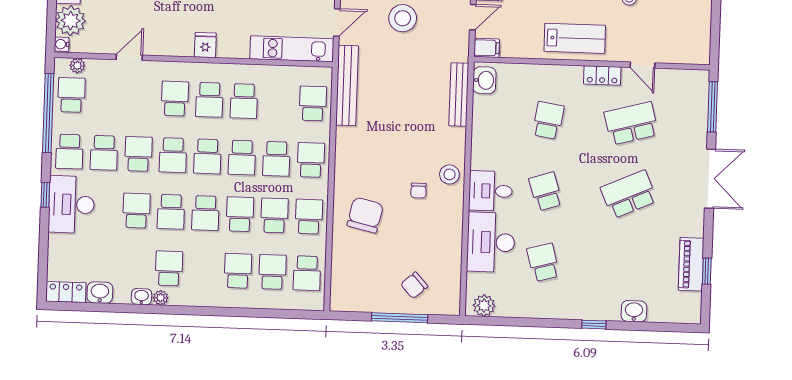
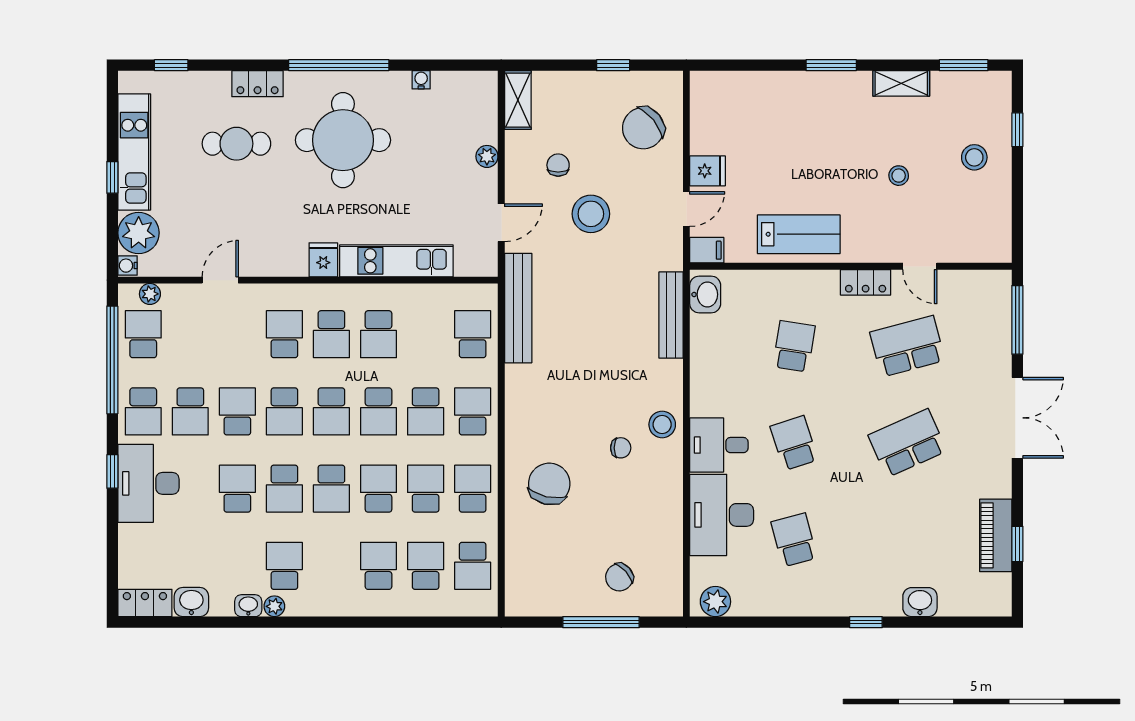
lab bench: (575, 38) -> (799, 234), moved
kitchen unit: (292, 49) -> (396, 261), moved
chair: (419, 191) -> (621, 448), turned -90

